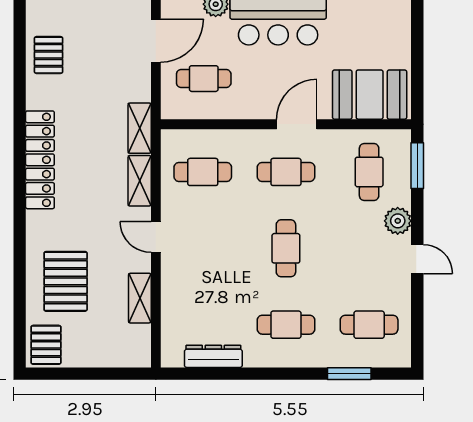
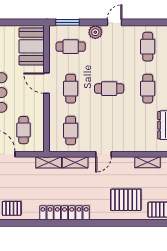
shelving: (140, 298) -> (147, 162), moved

